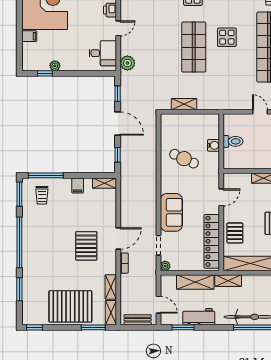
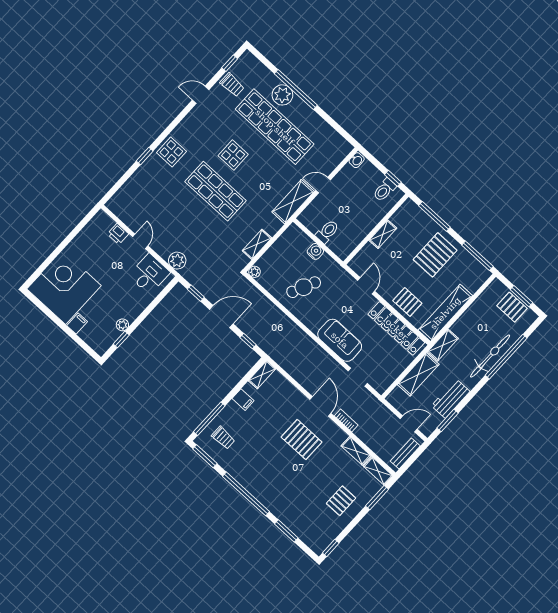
shelving: (232, 102) -> (293, 202), added
plant: (165, 266) -> (254, 272), moved
pallet: (70, 306) -> (341, 501), width x0.49, depth x0.50

